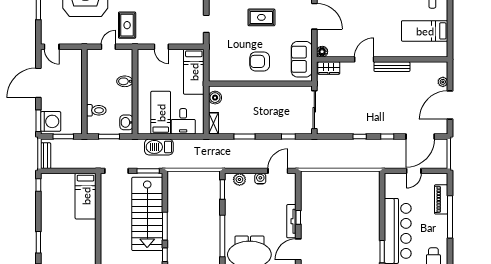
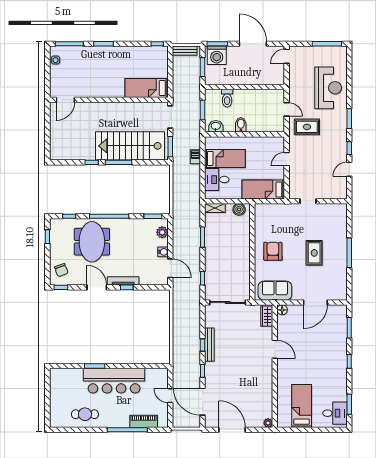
bench: (392, 67) -> (209, 345), moved
bidet: (125, 81) -> (241, 125), moved
plant: (443, 82) -> (268, 423), moved
barbecue: (159, 147) -> (195, 157), width x0.53, depth x0.65

